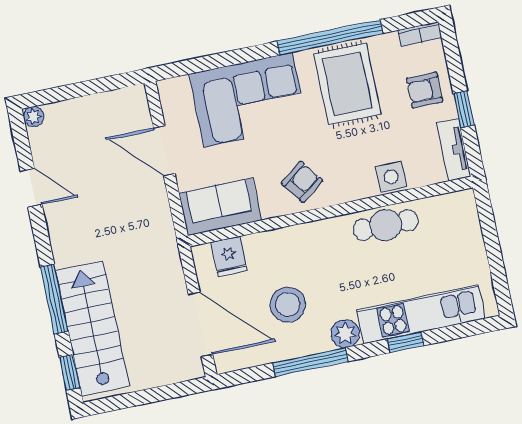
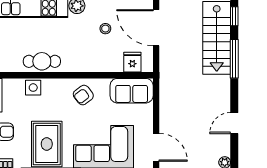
door: (164, 151) -> (156, 147), moved
door: (31, 188) -> (234, 123), hinge flipped
stool: (288, 305) -> (105, 29), width x0.53, depth x0.53

